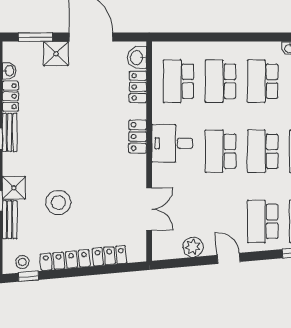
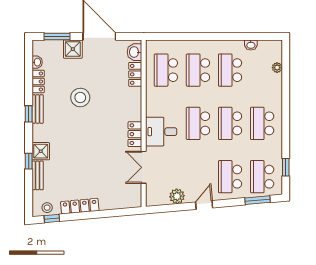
locker: (138, 136) -> (135, 134), moved
desk: (172, 143) -> (161, 132), moved
stool: (58, 202) -> (80, 97), moved
double door: (149, 209) -> (144, 167), swing flipped
locker: (110, 256) -> (114, 203), removed
door: (229, 258) -> (204, 205), hinge flipped

